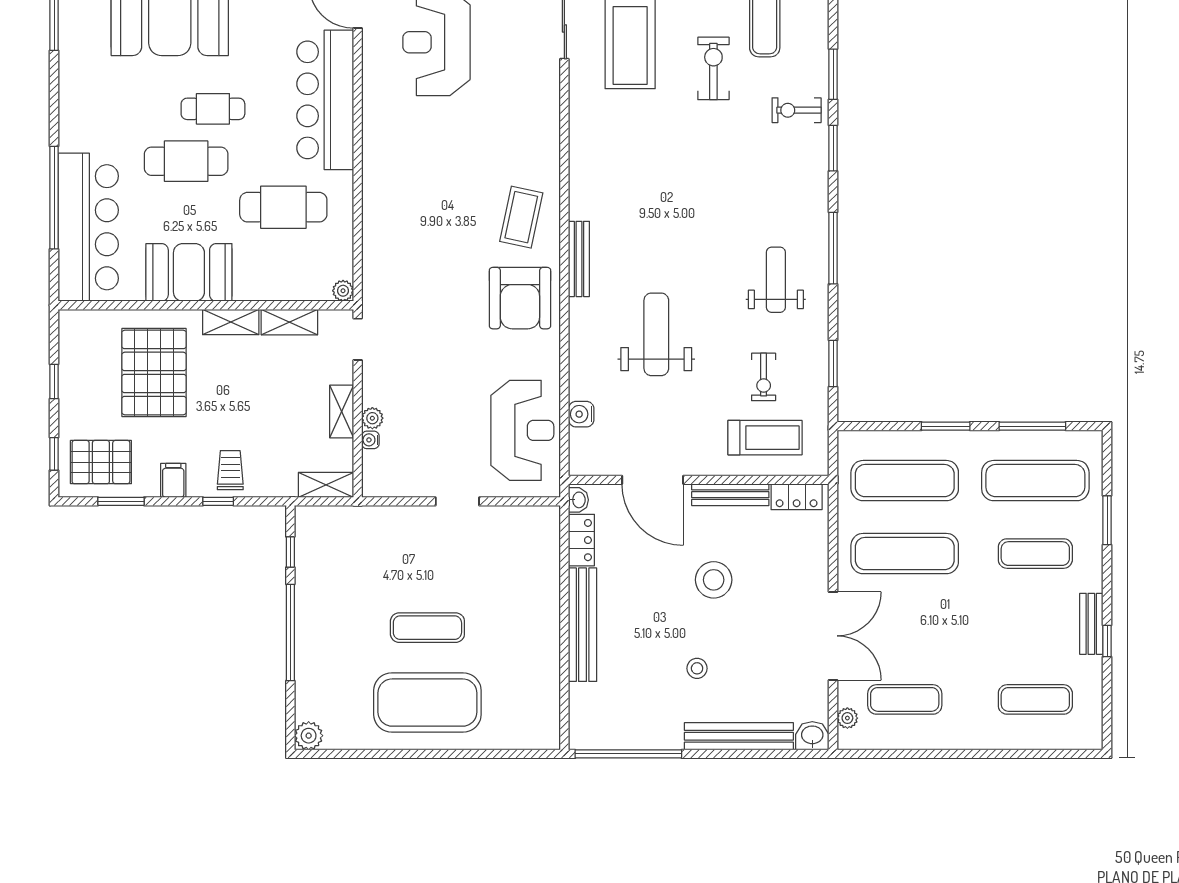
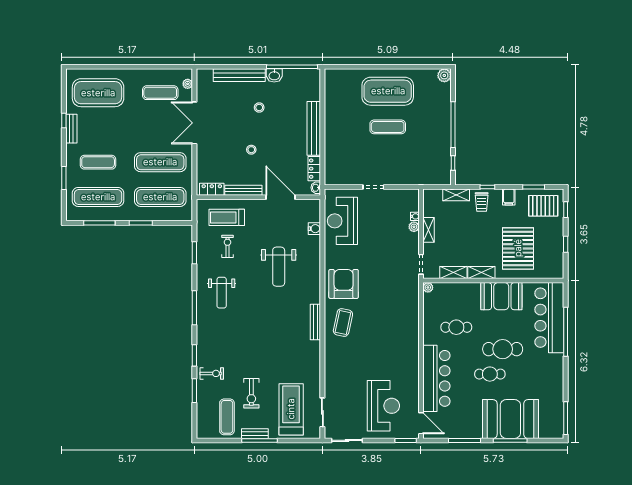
cafe table: (283, 207) -> (456, 327), width x0.73, depth x0.74
bench: (579, 259) -> (315, 322), moved
shelving: (326, 485) -> (456, 195), moved
stool: (714, 580) -> (251, 150), width x0.53, depth x0.53
exercise mat: (1035, 699) -> (98, 93), width x2.00, depth x1.45
washbasin: (812, 736) -> (274, 75), moved

